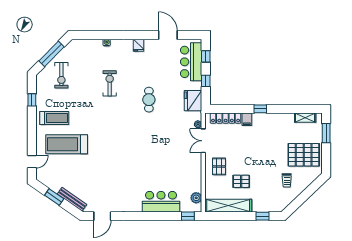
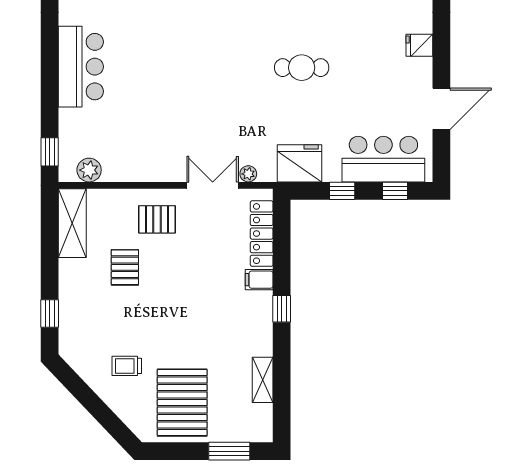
shelving: (305, 118) -> (263, 380), moved
bar counter: (161, 202) -> (81, 67), moved
shelving: (228, 206) -> (72, 223), width x0.68

